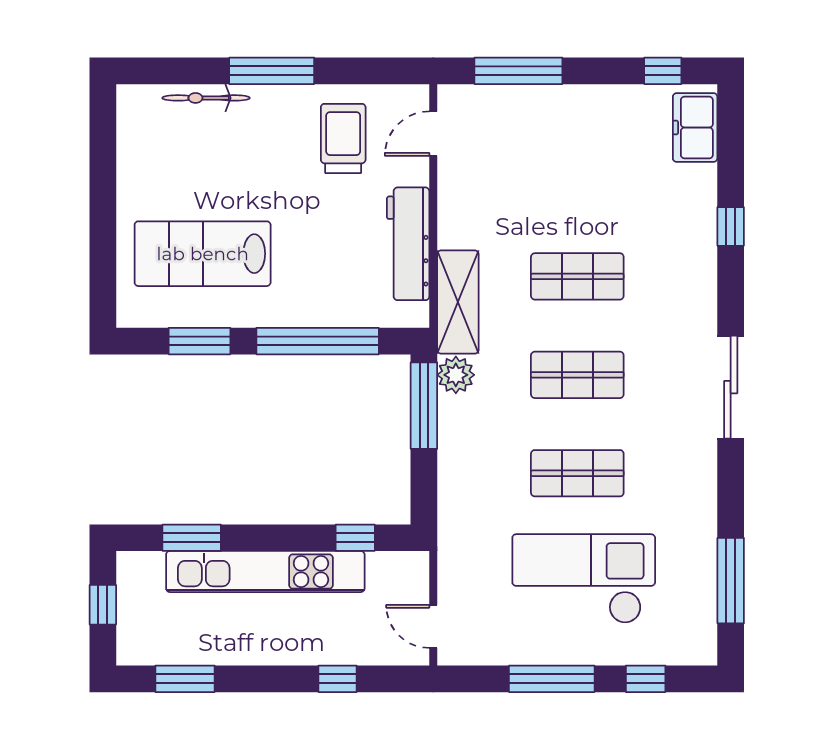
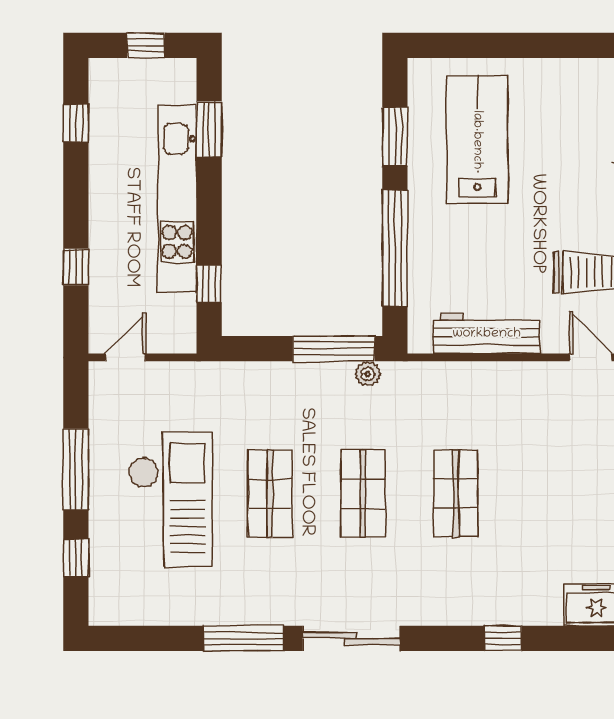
shelving: (458, 302) -> (432, 381), removed
plant: (456, 375) -> (368, 374), width x0.73, depth x0.73
window: (731, 581) -> (243, 638), moved
window: (185, 679) -> (76, 123), width x0.67

